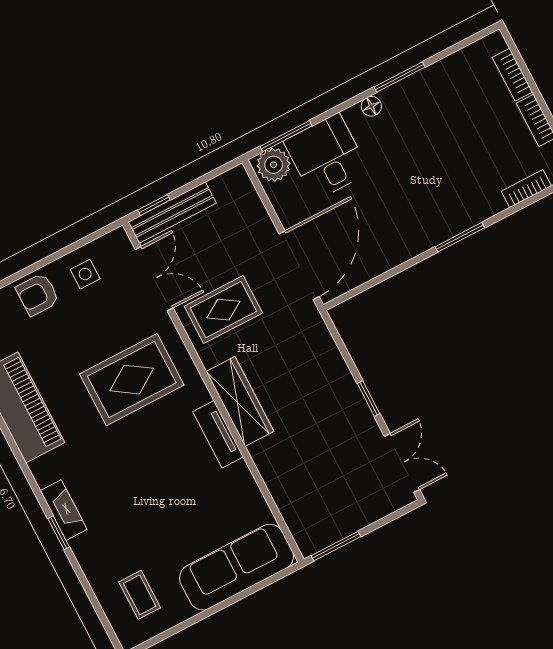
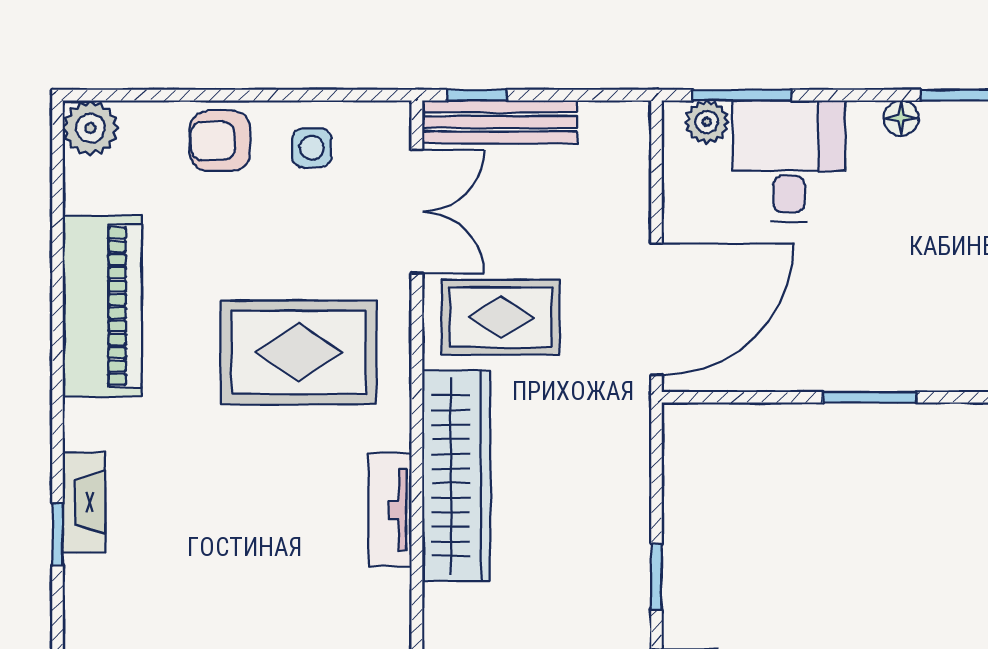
plant: (274, 165) -> (707, 122), width x0.73, depth x0.73
window: (460, 237) -> (869, 397), moved
wardrobe: (240, 401) -> (456, 476), width x1.40, depth x1.17

